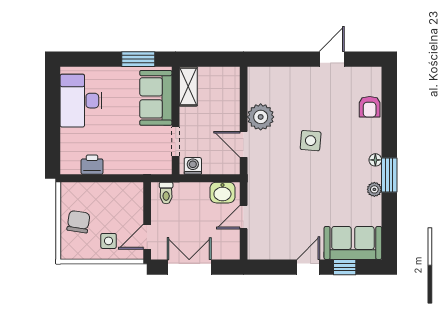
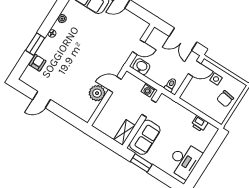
side table: (311, 141) -> (79, 65), removed
door: (244, 144) -> (115, 85), swing flipped
window: (389, 175) -> (35, 44), moved

